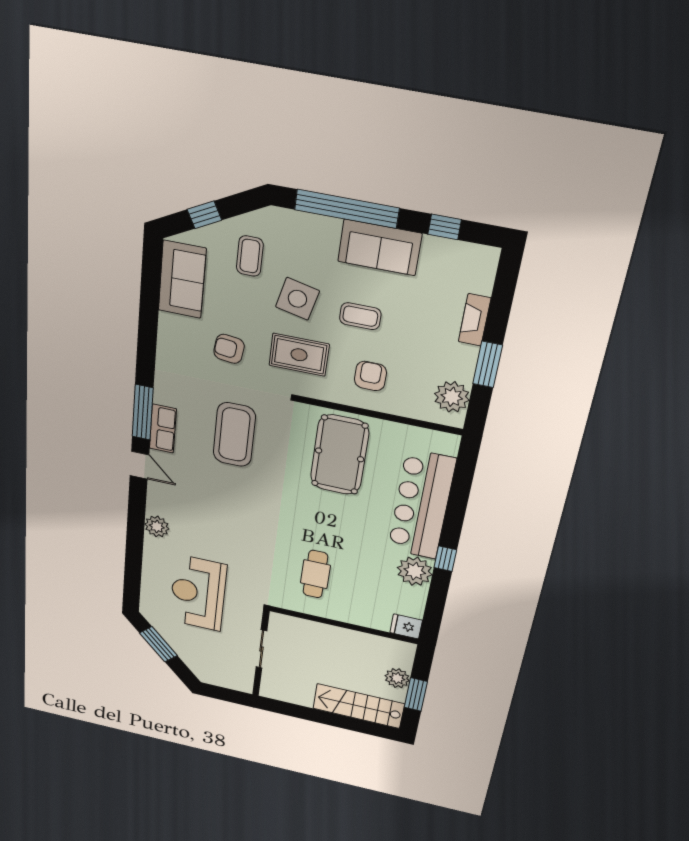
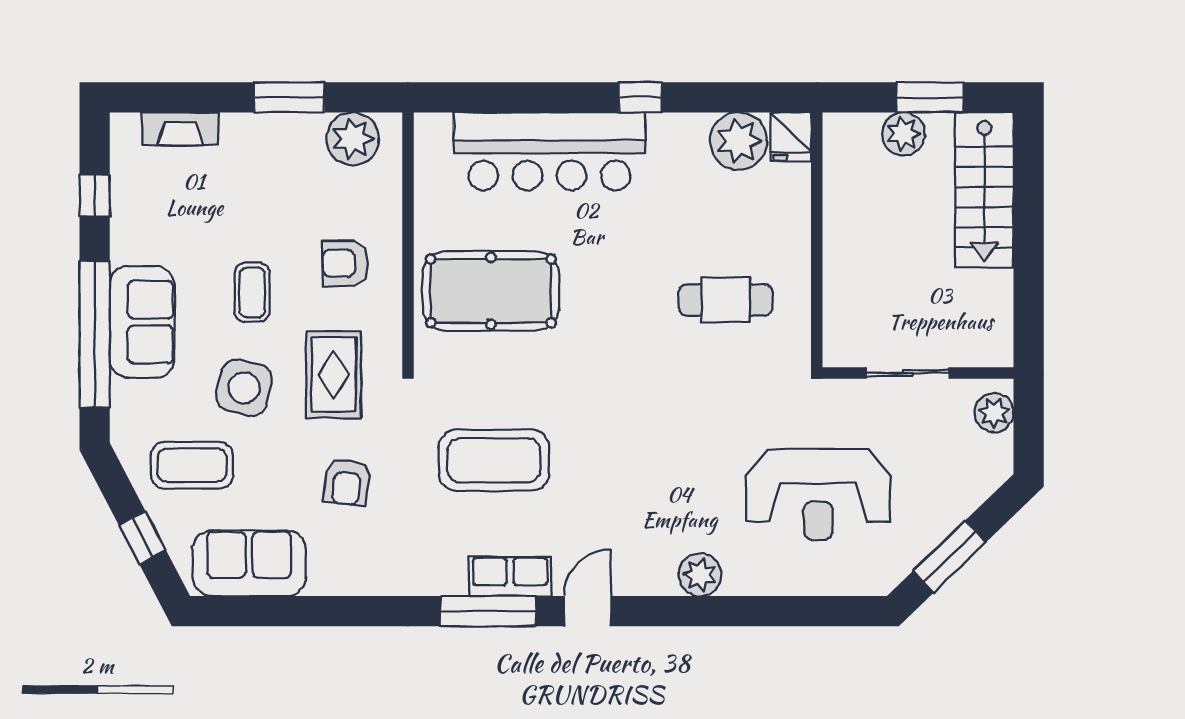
sofa: (380, 247) -> (142, 322), moved
coffee table: (250, 256) -> (192, 465), width x1.36, depth x1.30
fireplace: (475, 320) -> (180, 129), moved
plant: (415, 571) -> (739, 141), moved
plant: (235, 682) -> (994, 413), added

